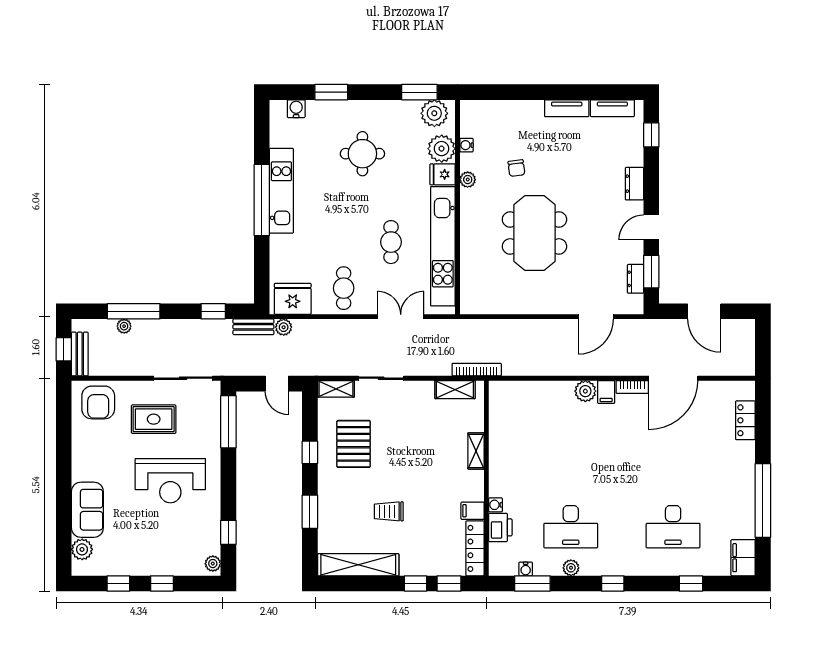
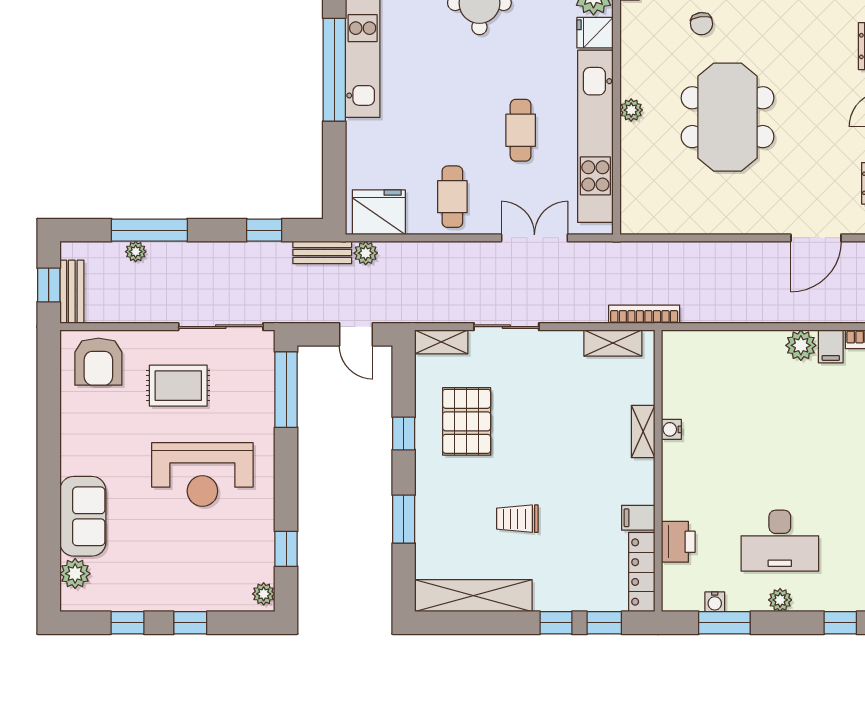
plant: (468, 180) -> (631, 110), moved
water cooler: (496, 505) -> (671, 429), moved

